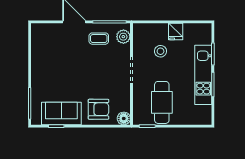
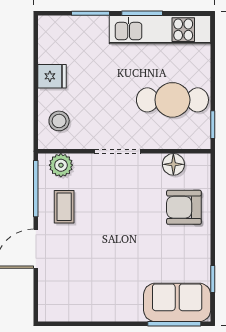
stool: (160, 51) -> (59, 121), moved
kitchen unit: (203, 75) -> (160, 30), moved
armchair: (98, 109) -> (184, 207), turned -90
sofa: (61, 114) -> (177, 302), moved, turned 90
floor lamp: (124, 118) -> (173, 164), moved

